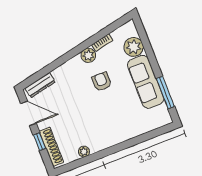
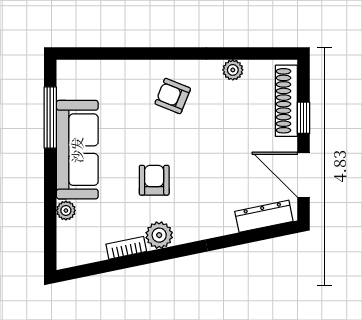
plant: (134, 47) -> (66, 210), width x0.53, depth x0.53
armchair: (102, 82) -> (154, 180), turned 180
armchair: (109, 127) -> (173, 96), added

